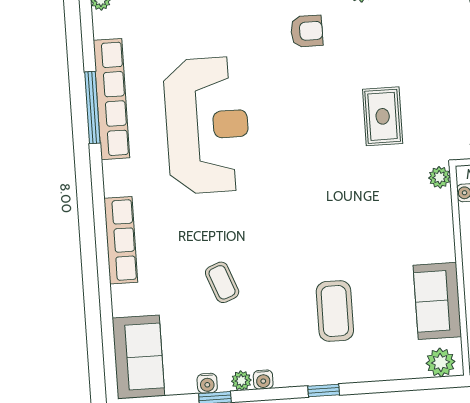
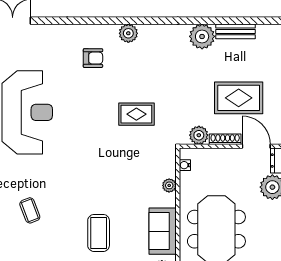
rug: (383, 116) -> (136, 114), turned 90
plant: (440, 177) -> (169, 185), moved

